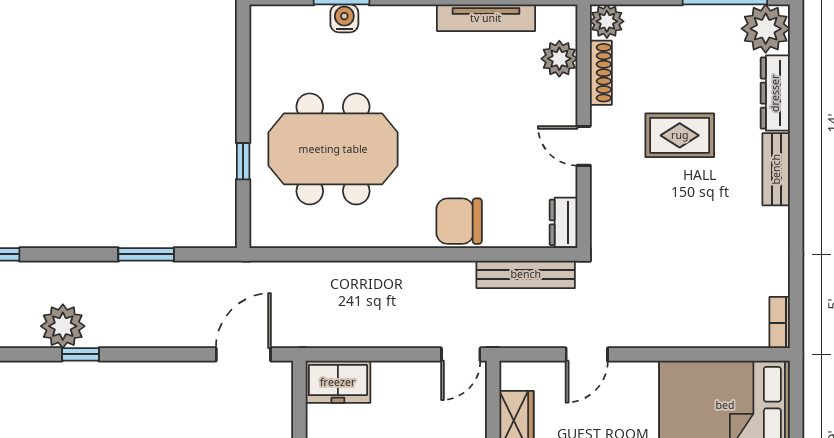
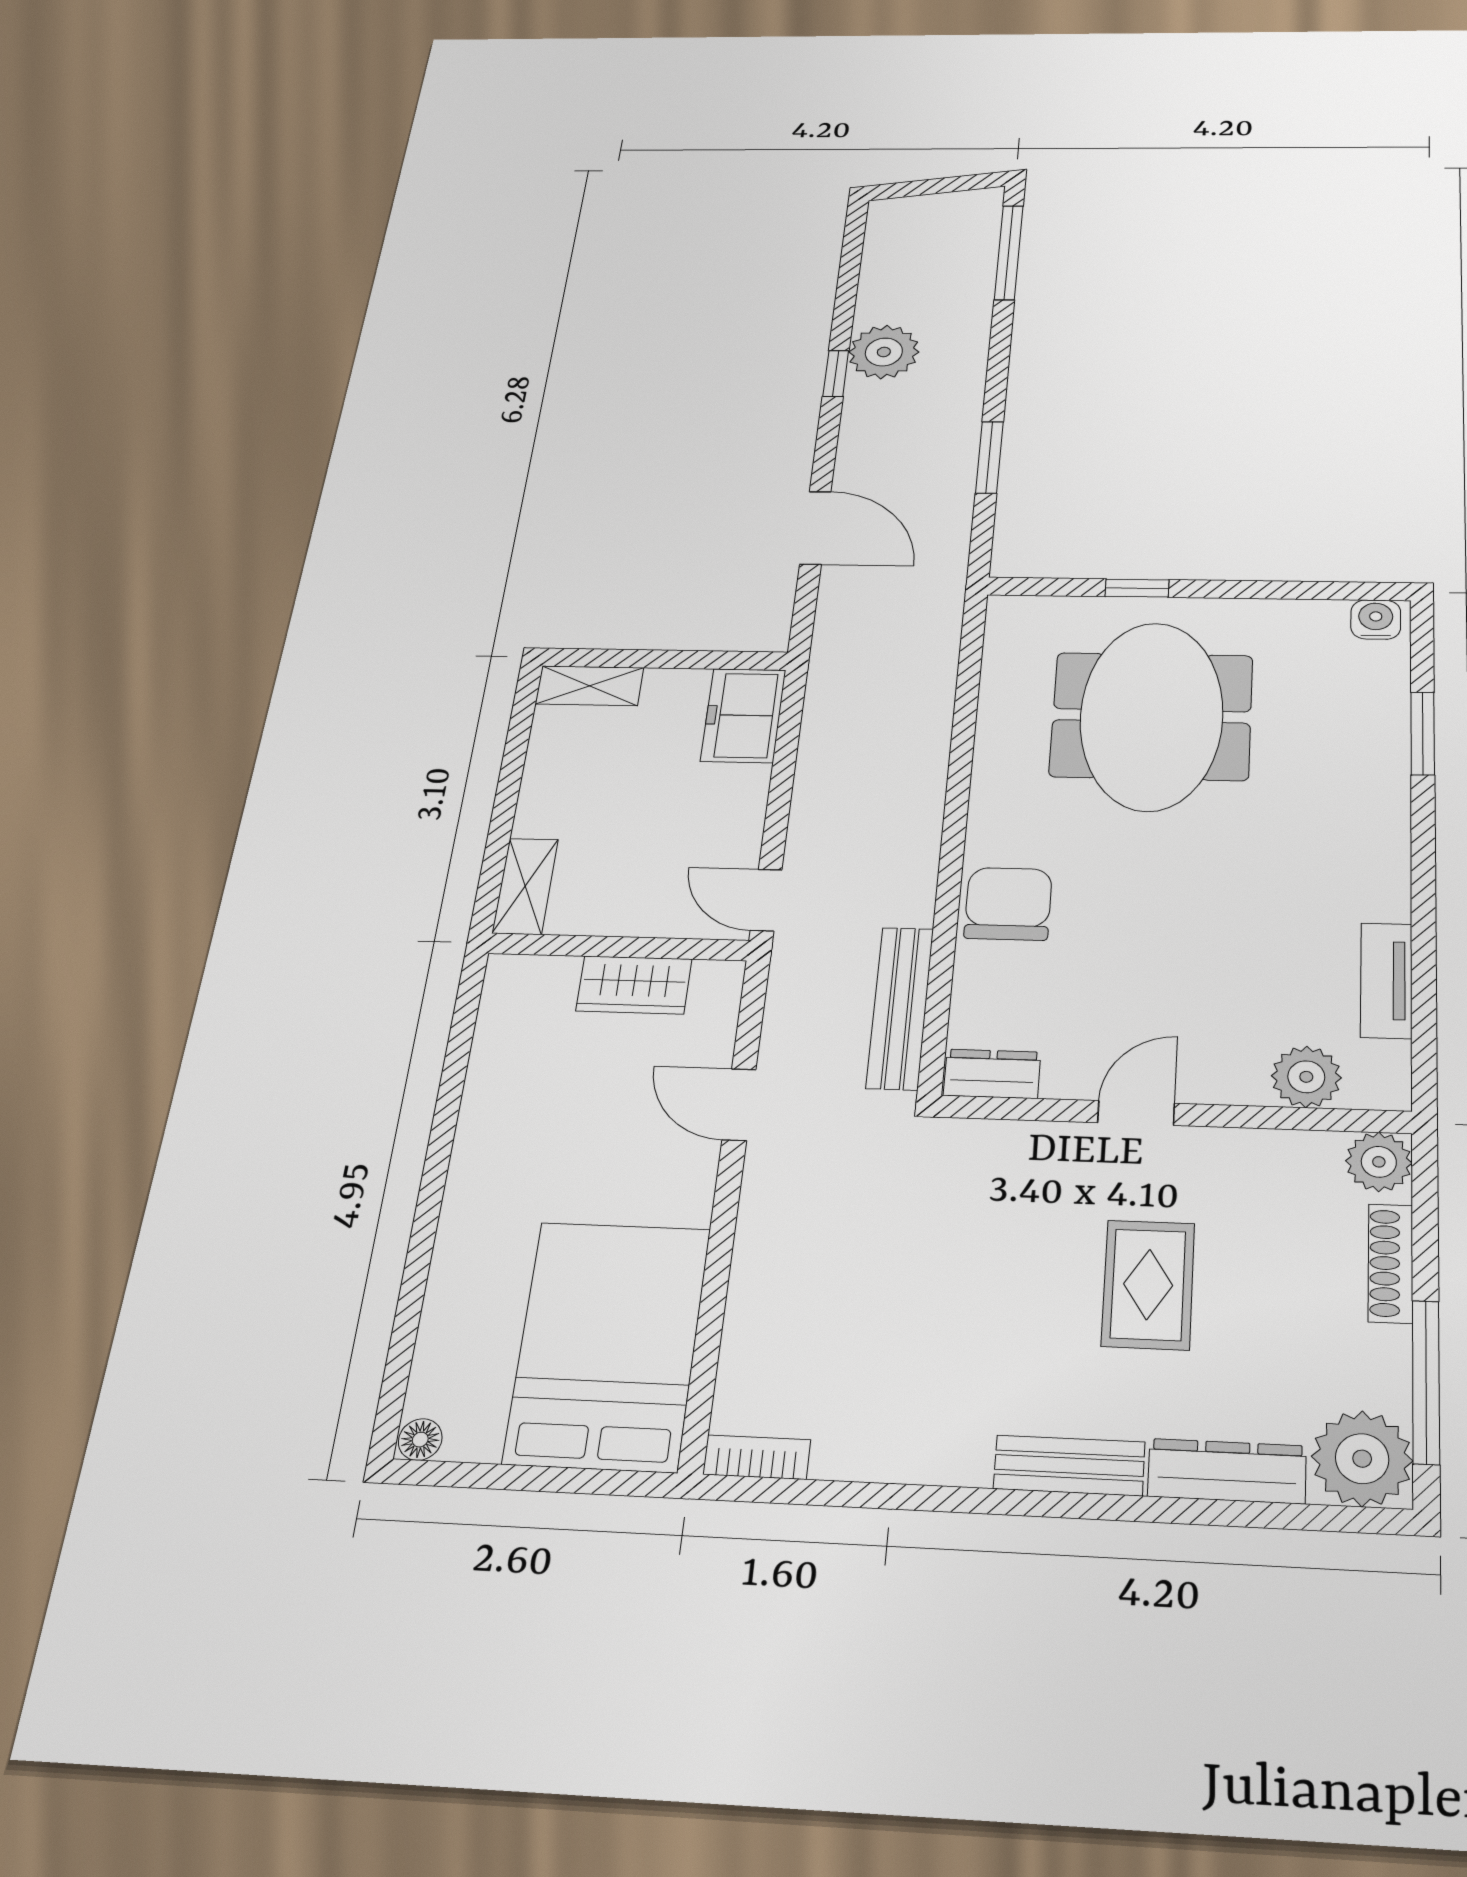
water cooler: (344, 18) -> (1376, 620), moved, turned -90
tv unit: (486, 18) -> (1386, 980), width x0.71
shoe rack: (601, 73) -> (1391, 1263), moved, turned 90
door: (243, 354) -> (815, 528), moved

